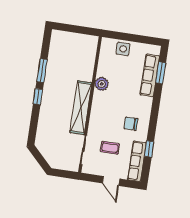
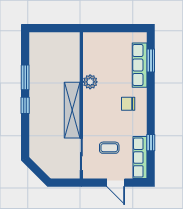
side table: (123, 49) -> (107, 41), removed
chair: (131, 124) -> (128, 104), moved

